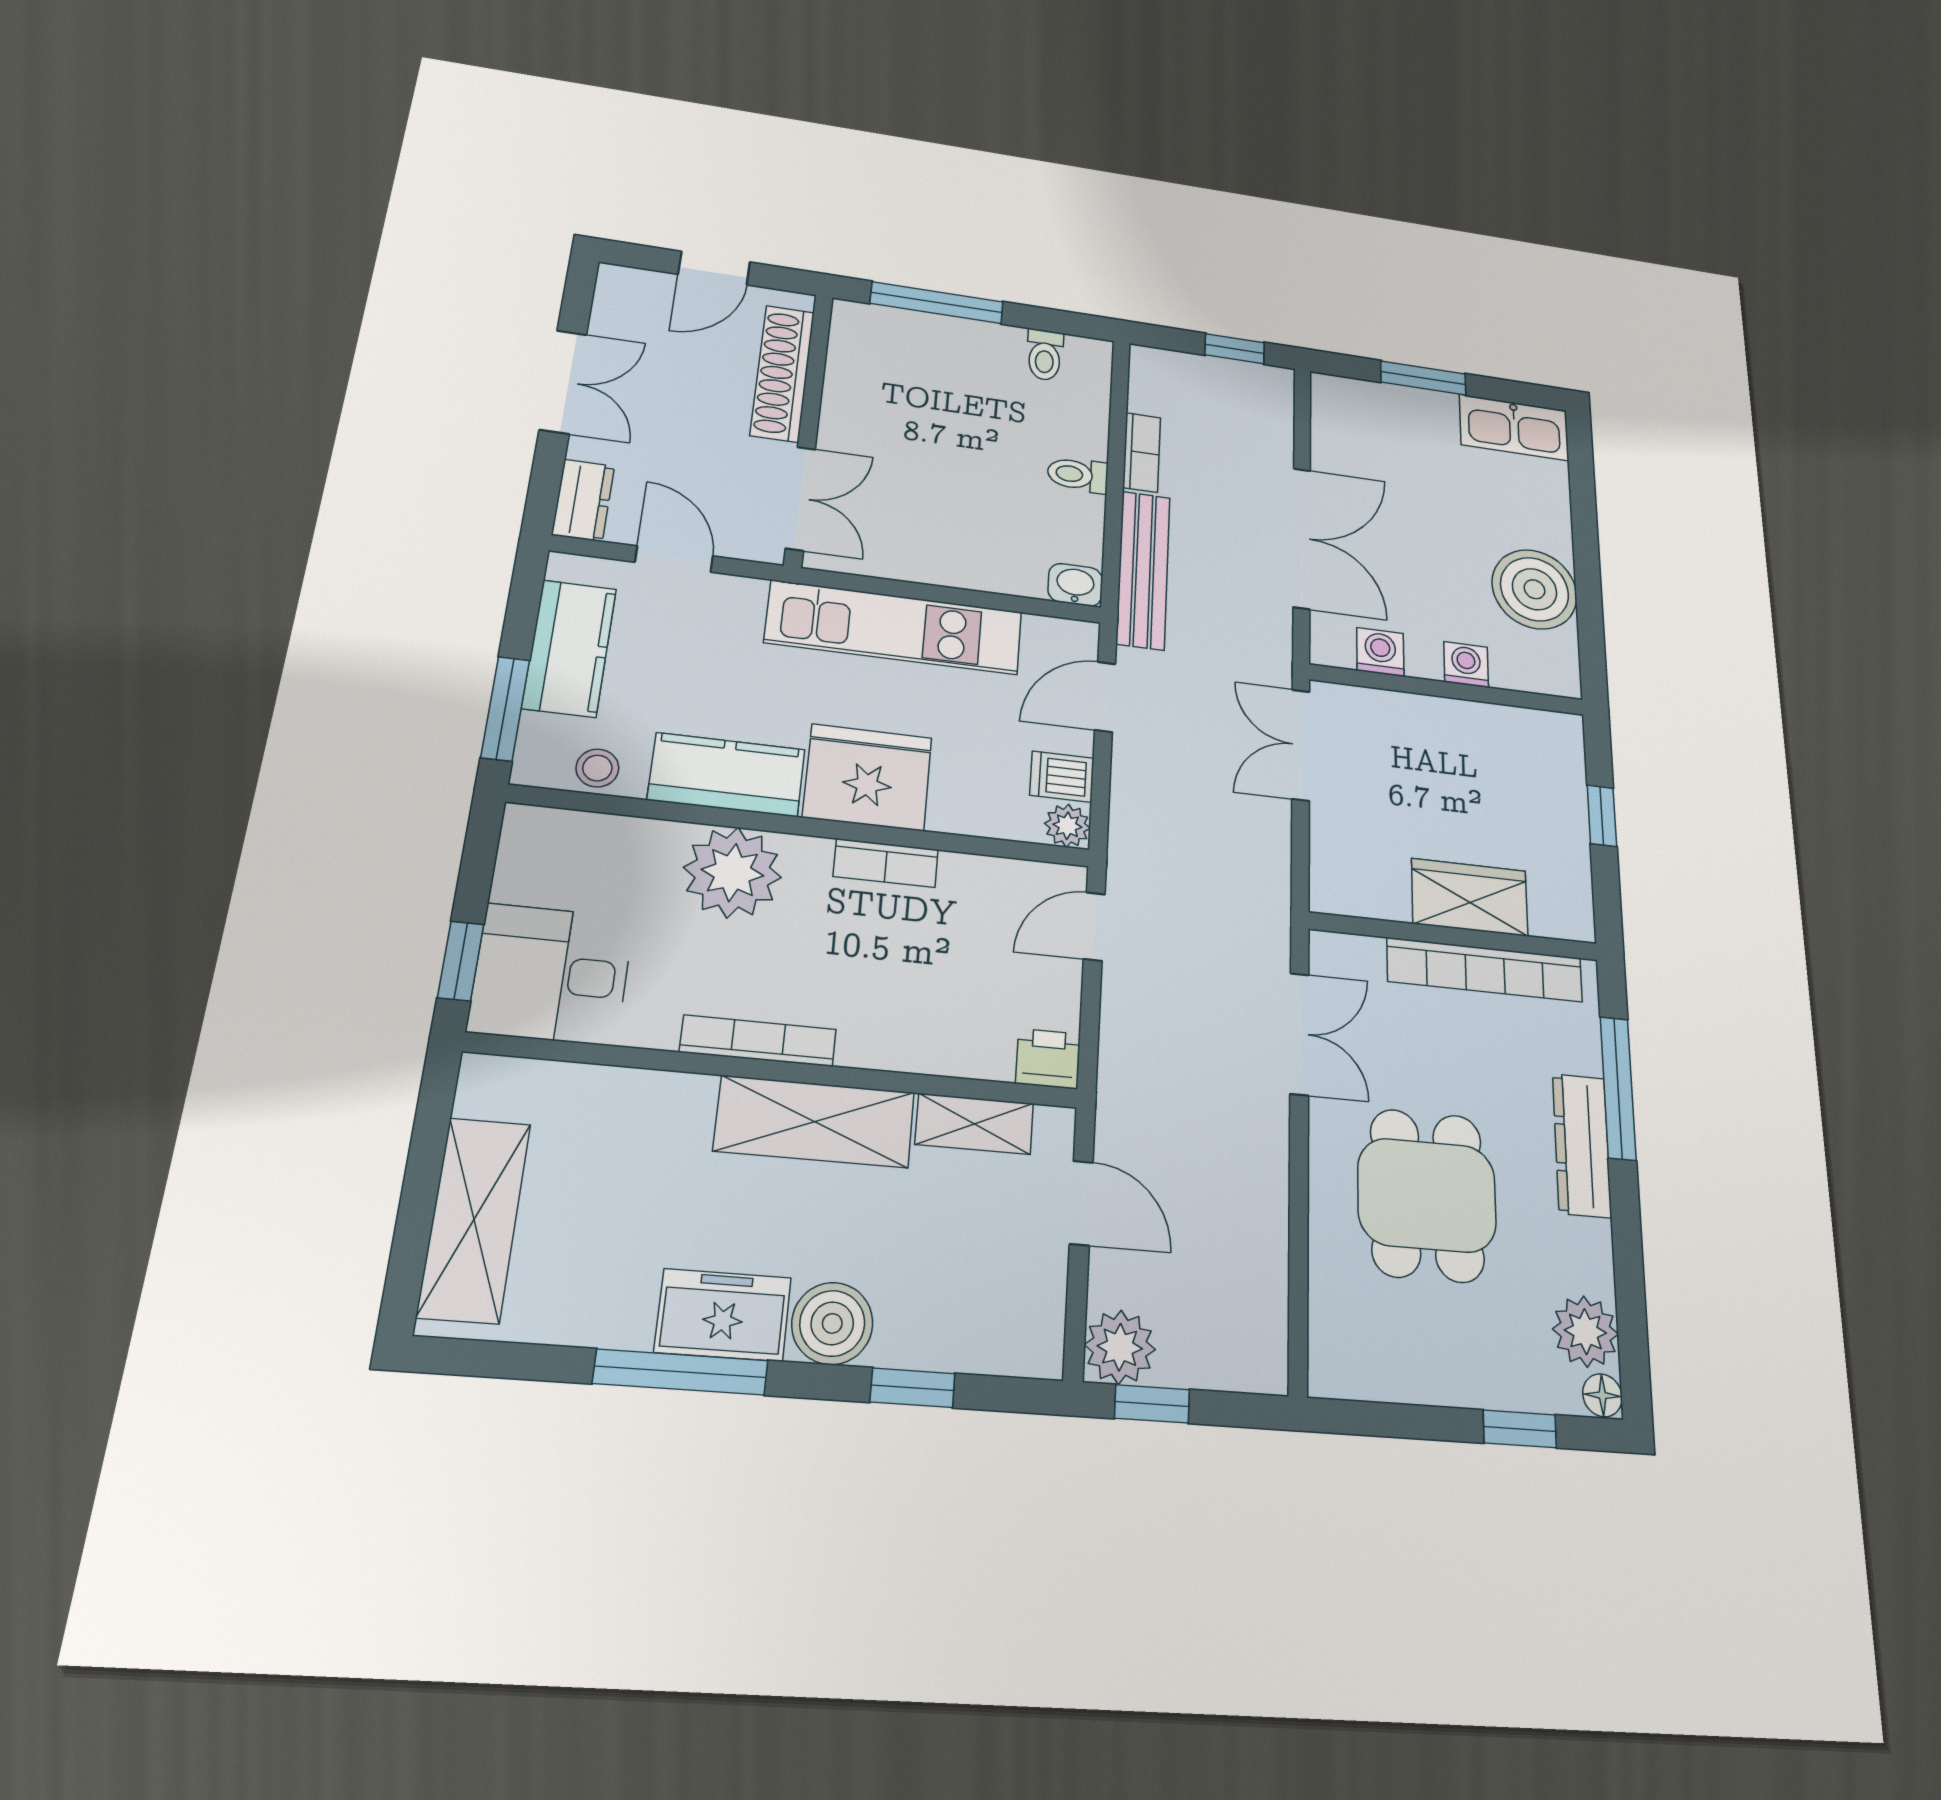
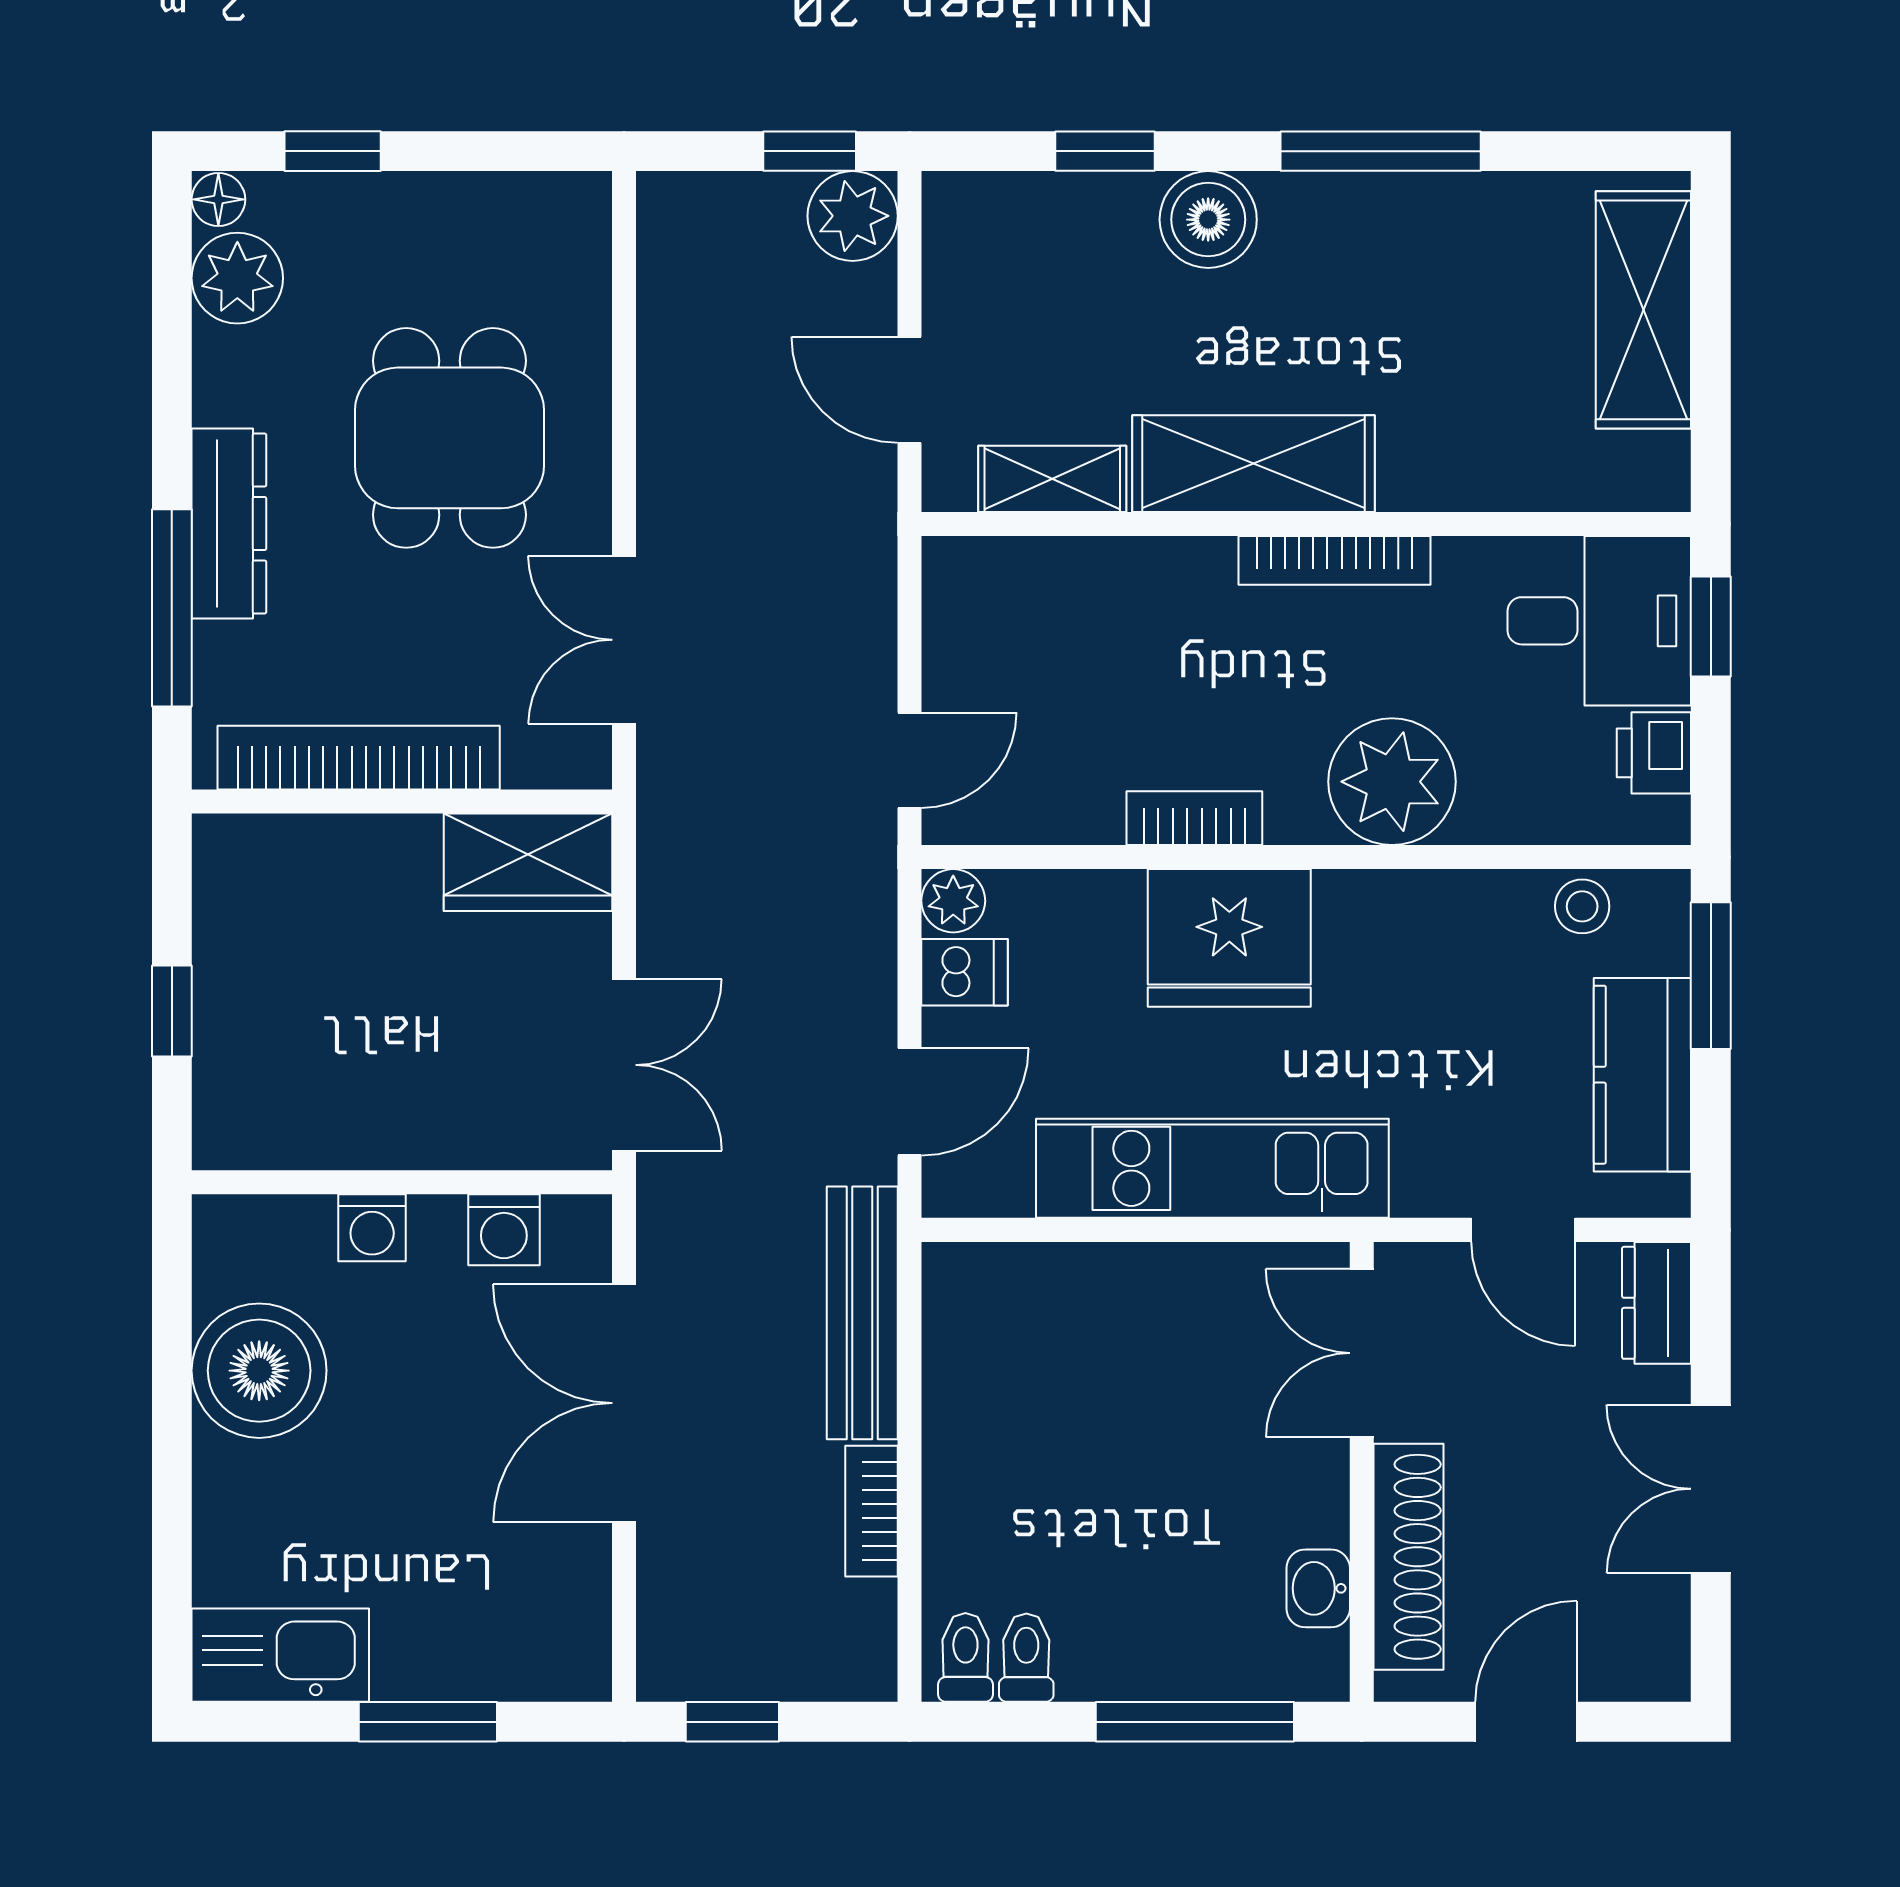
toilet: (1078, 475) -> (965, 1657), moved, turned -90
washbasin: (1075, 585) -> (1318, 1588), moved, turned 90
kitchen counter: (727, 775) -> (1415, 918), removed
wardrobe: (1470, 897) -> (528, 862), moved
printer: (1048, 1059) -> (1654, 753), moved, turned 90
freezer: (723, 1315) -> (1339, 220), removed

